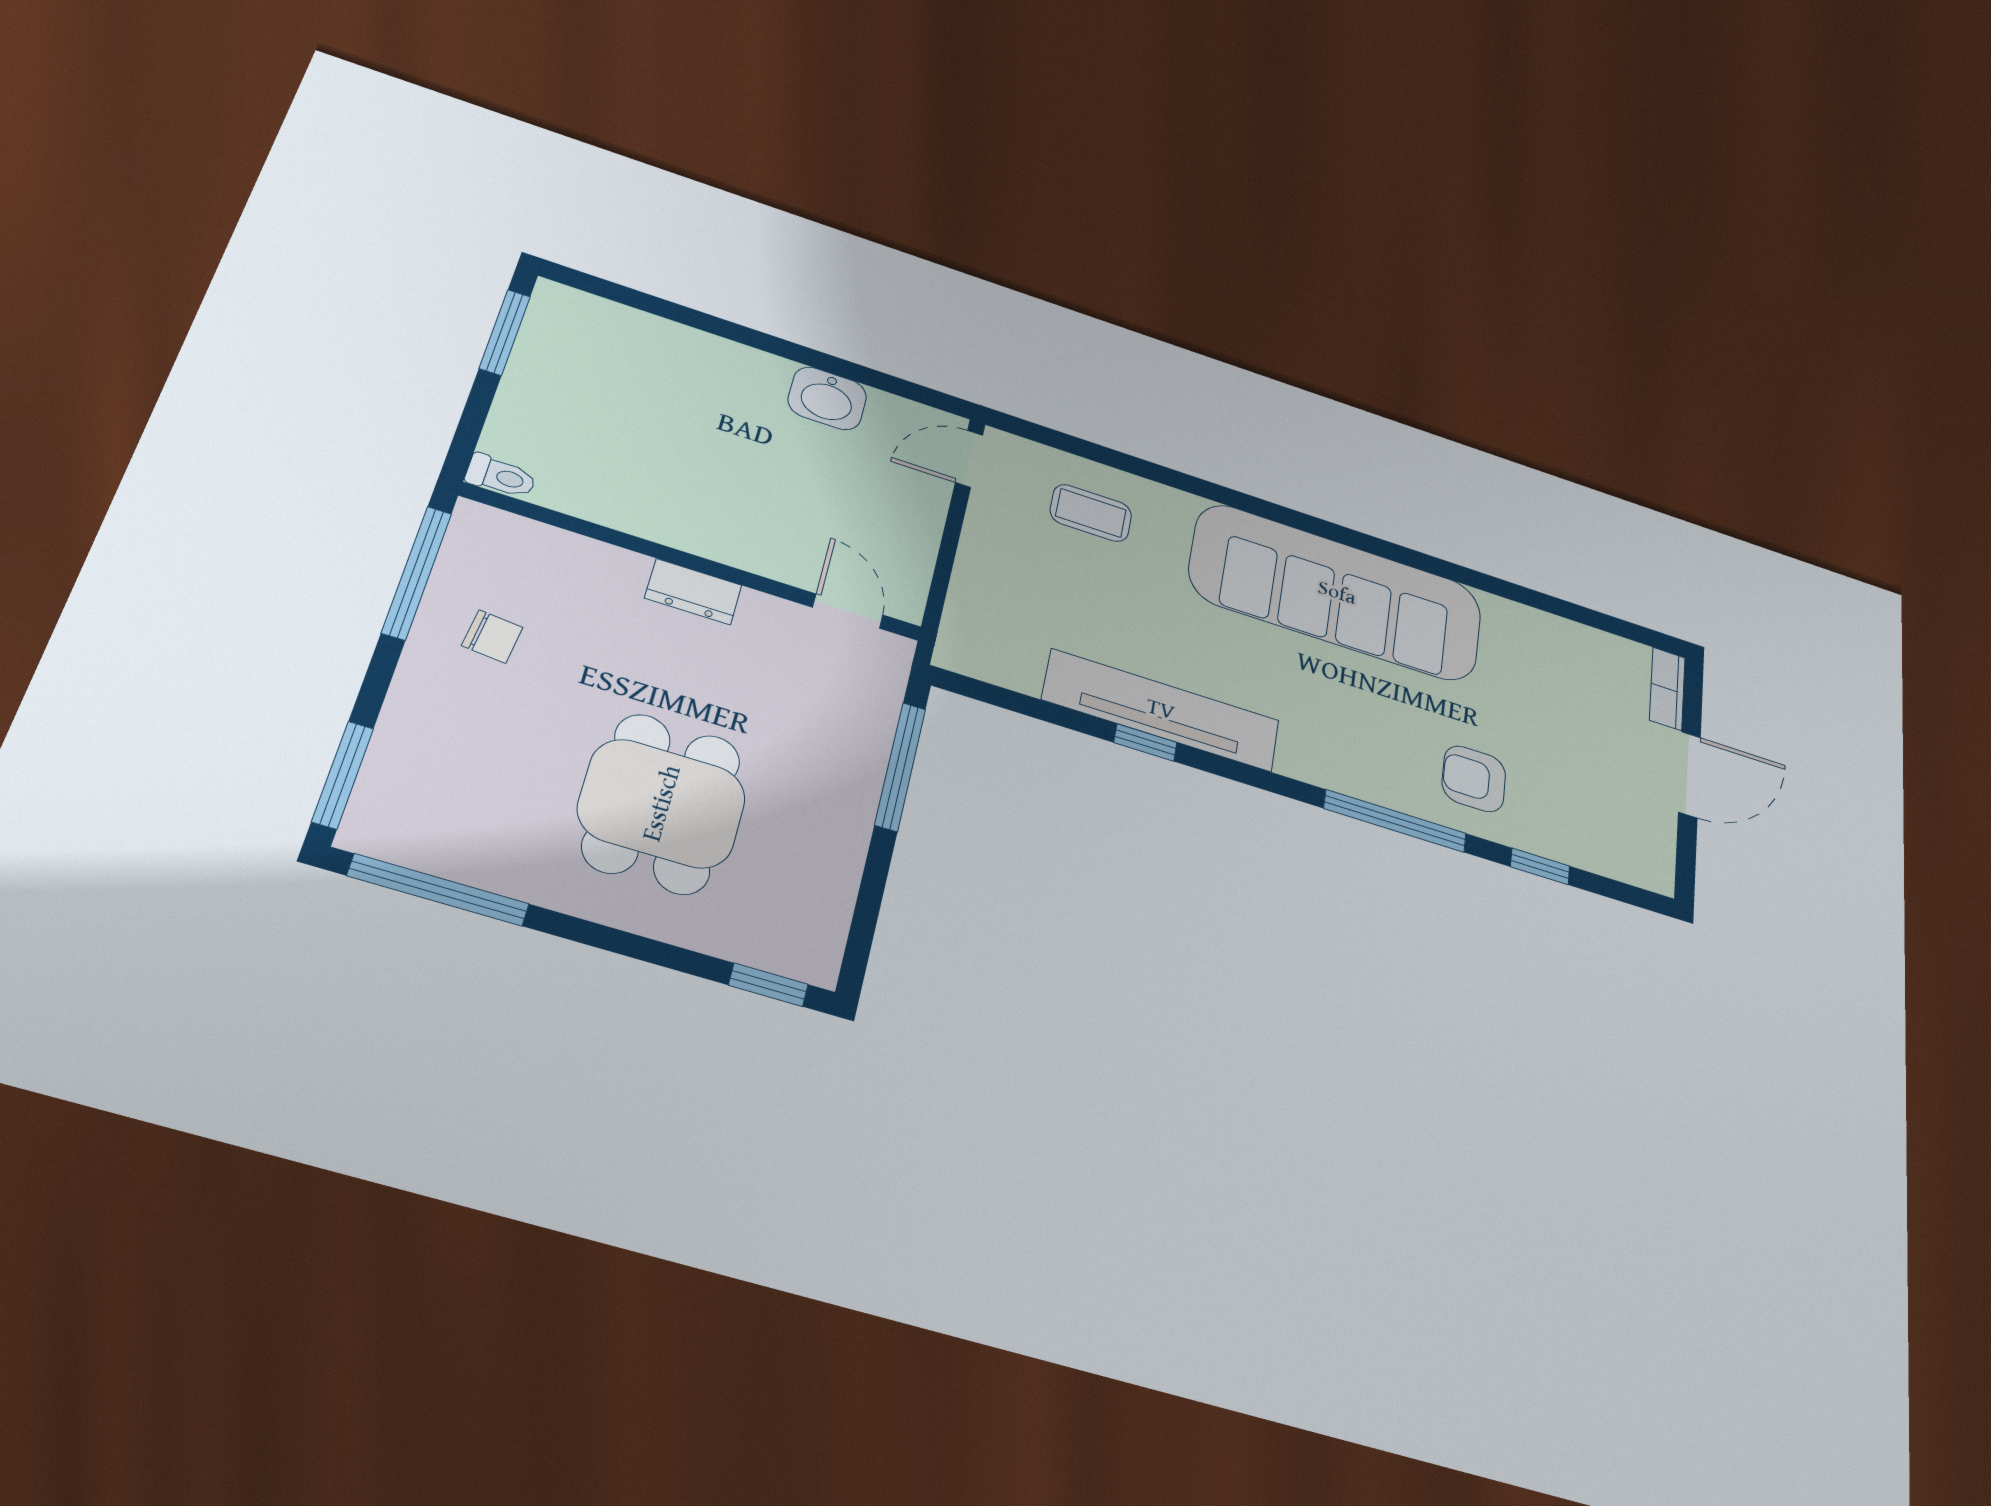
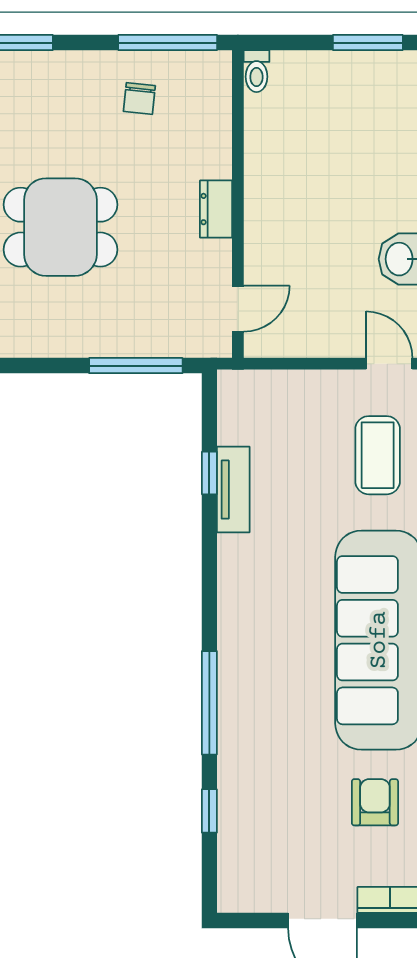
coffee table: (1091, 513) -> (378, 455), width x1.36, depth x1.30
tv unit: (1161, 710) -> (233, 490), width x0.52, depth x0.78
window: (1145, 743) -> (209, 473), moved
armchair: (1474, 779) -> (375, 802), moved

